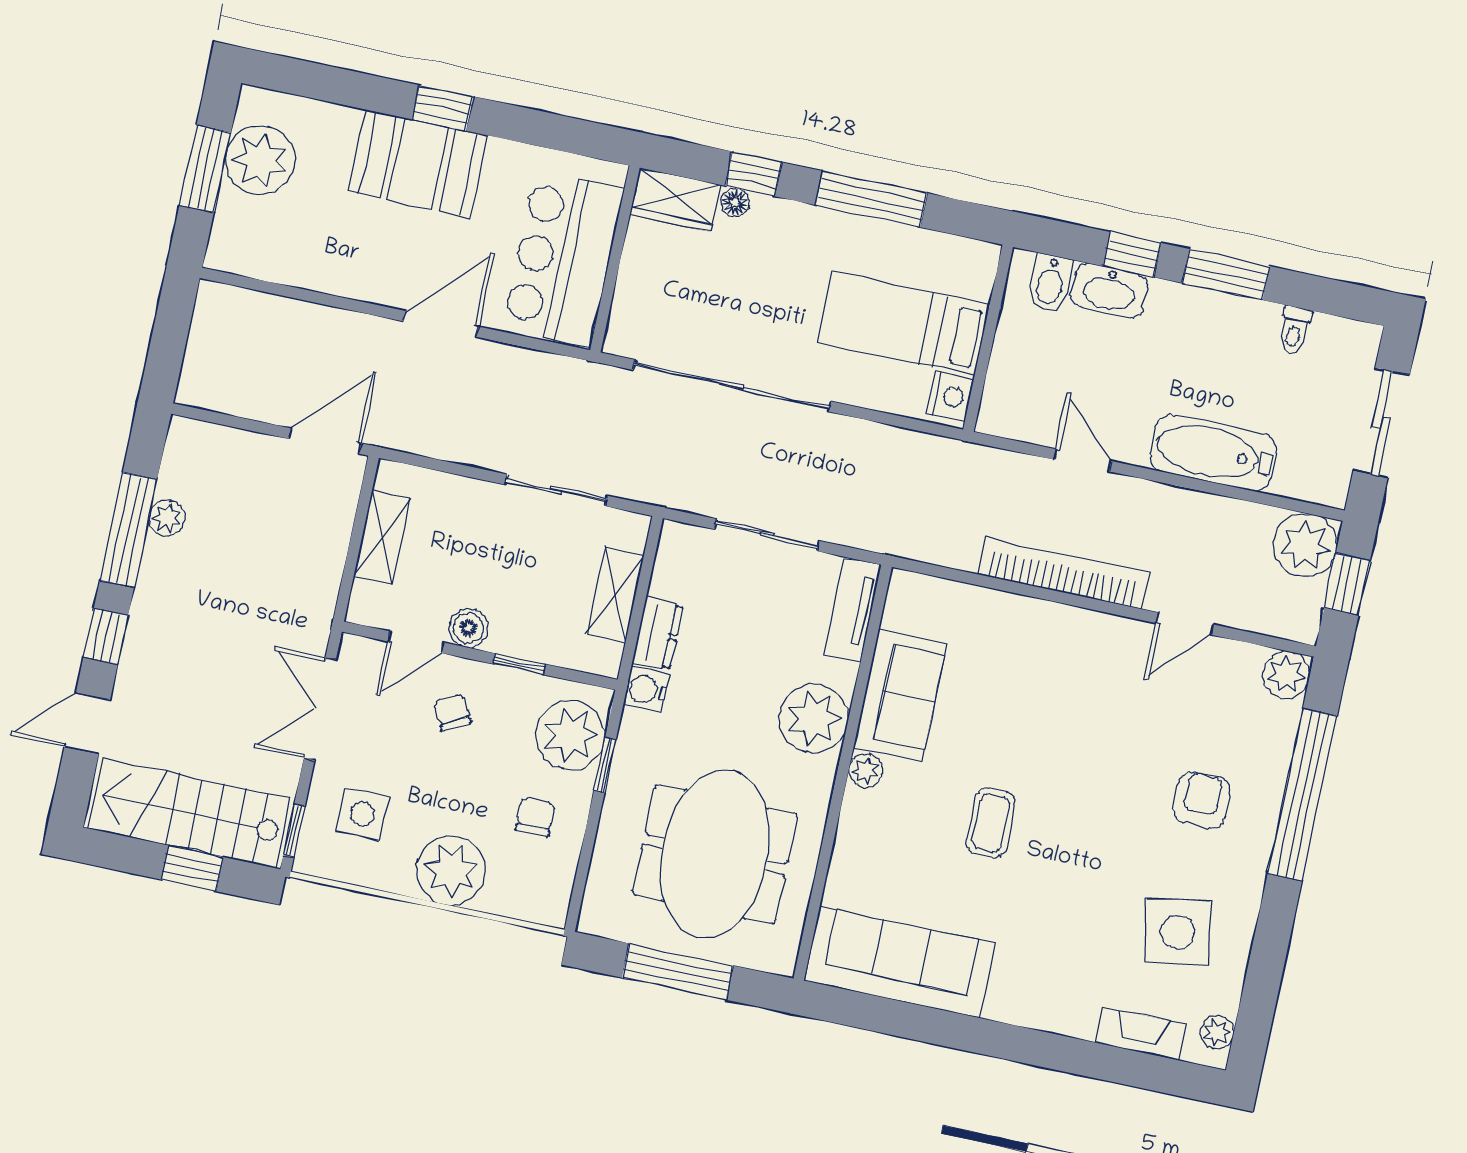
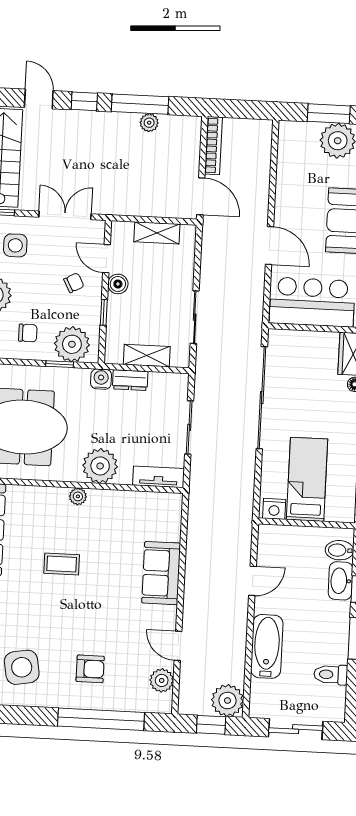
toilet: (1294, 331) -> (331, 675), width x1.37, depth x1.39
bookcase: (1063, 573) -> (213, 146), moved, width x0.68, depth x0.76
plant: (1286, 675) -> (162, 680), moved
sofa: (900, 695) -> (161, 573), moved, turned 90

